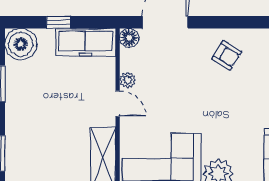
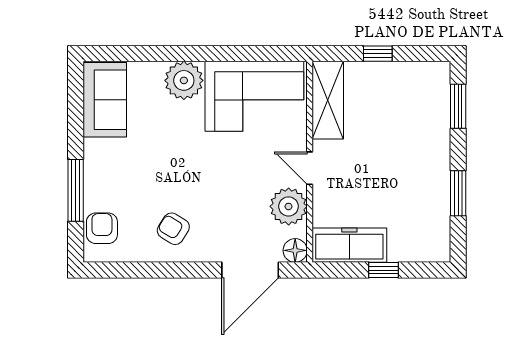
boiler: (21, 44) -> (431, 243), removed
plant: (128, 80) -> (289, 206), width x1.88, depth x1.88

